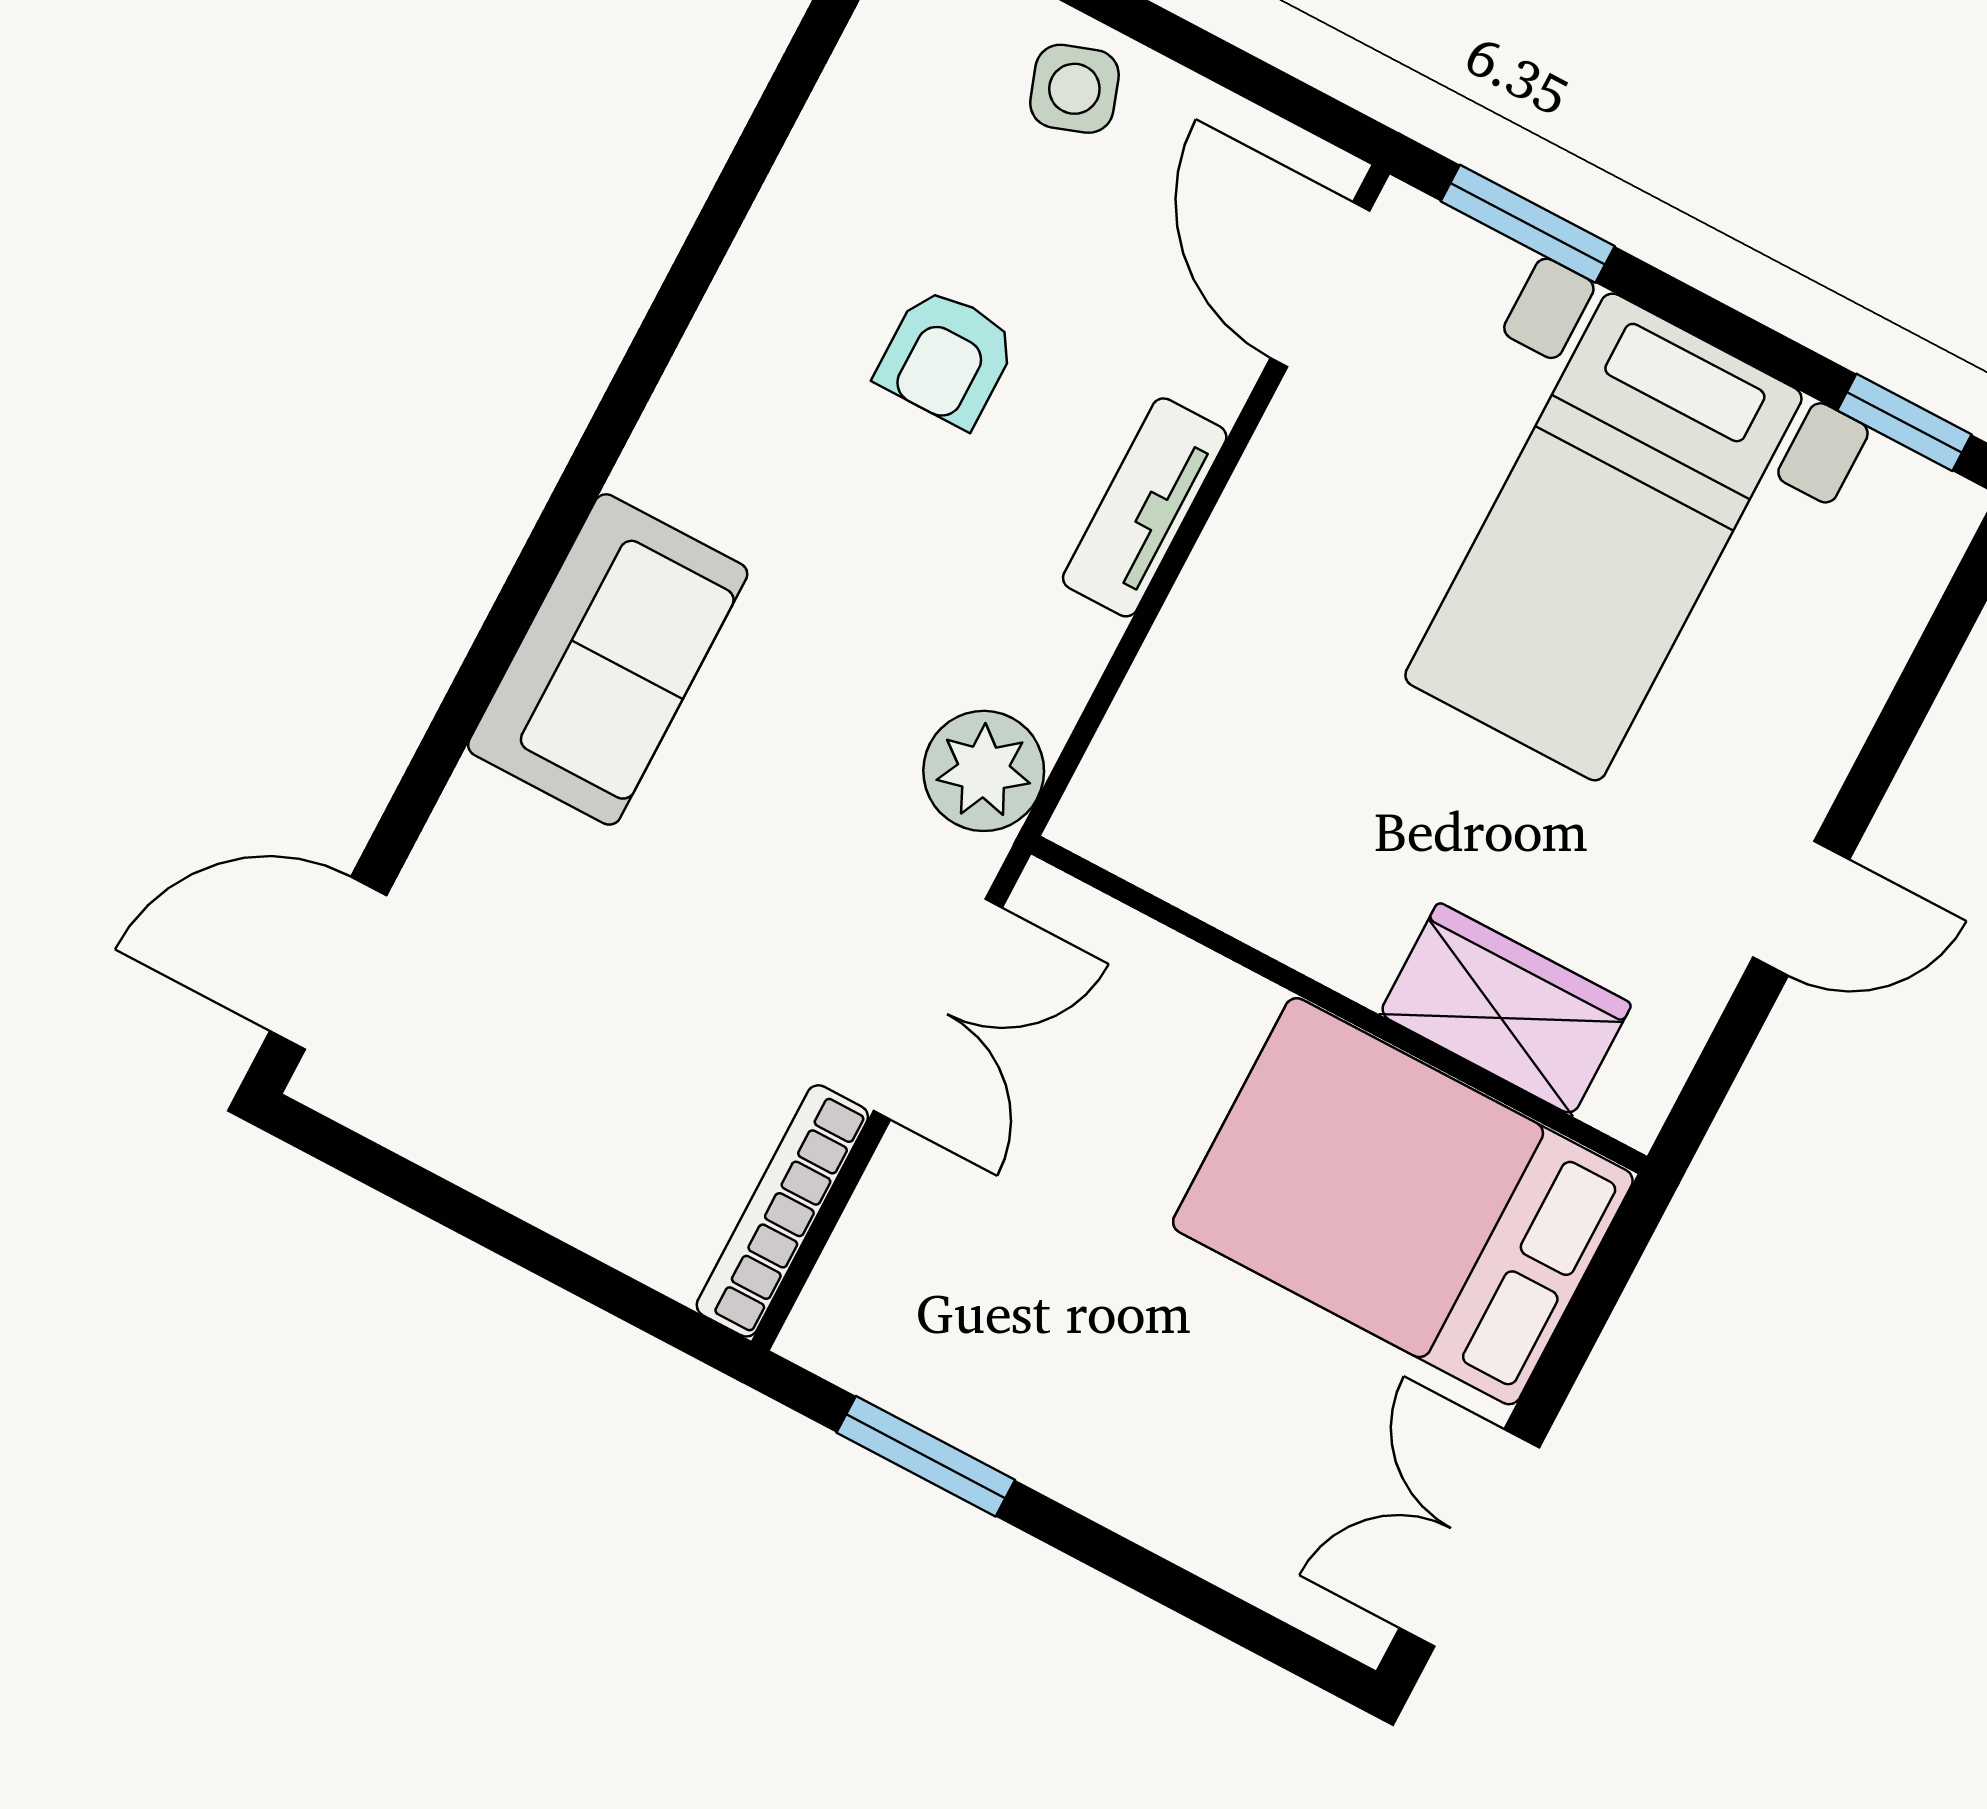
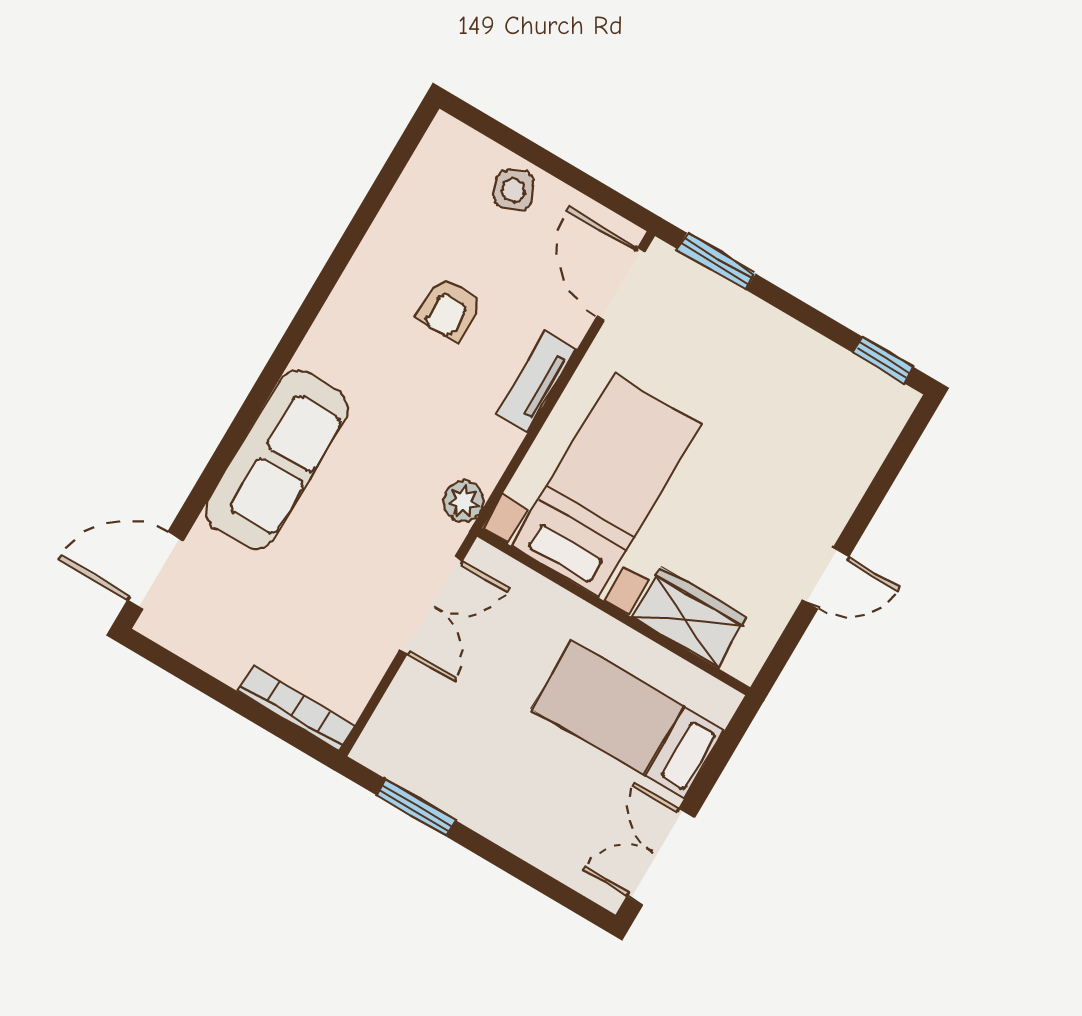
bed with nightstands: (1603, 537) -> (606, 485), moved, turned 180
sofa: (608, 659) -> (277, 460), width x1.36
plant: (984, 771) -> (464, 502), width x0.73, depth x0.73
bed: (1403, 1201) -> (628, 720), width x0.67
bookcase: (782, 1211) -> (296, 708), moved, turned 90

